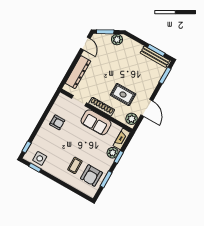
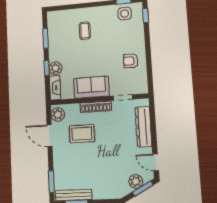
plant: (117, 40) -> (136, 182), moved
armchair: (91, 176) -> (62, 32), removed

